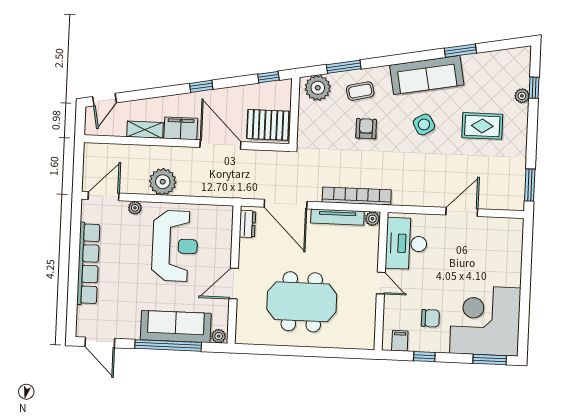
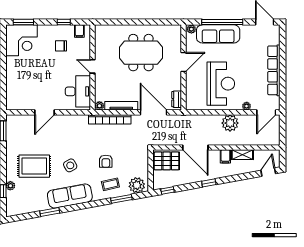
rug: (482, 126) -> (34, 166), width x1.36, depth x1.43
filing cabinet: (181, 128) -> (225, 156), width x0.50
reception desk: (175, 246) -> (221, 84), turned 180
corner desk: (485, 321) -> (22, 40), width x0.74, depth x0.74

